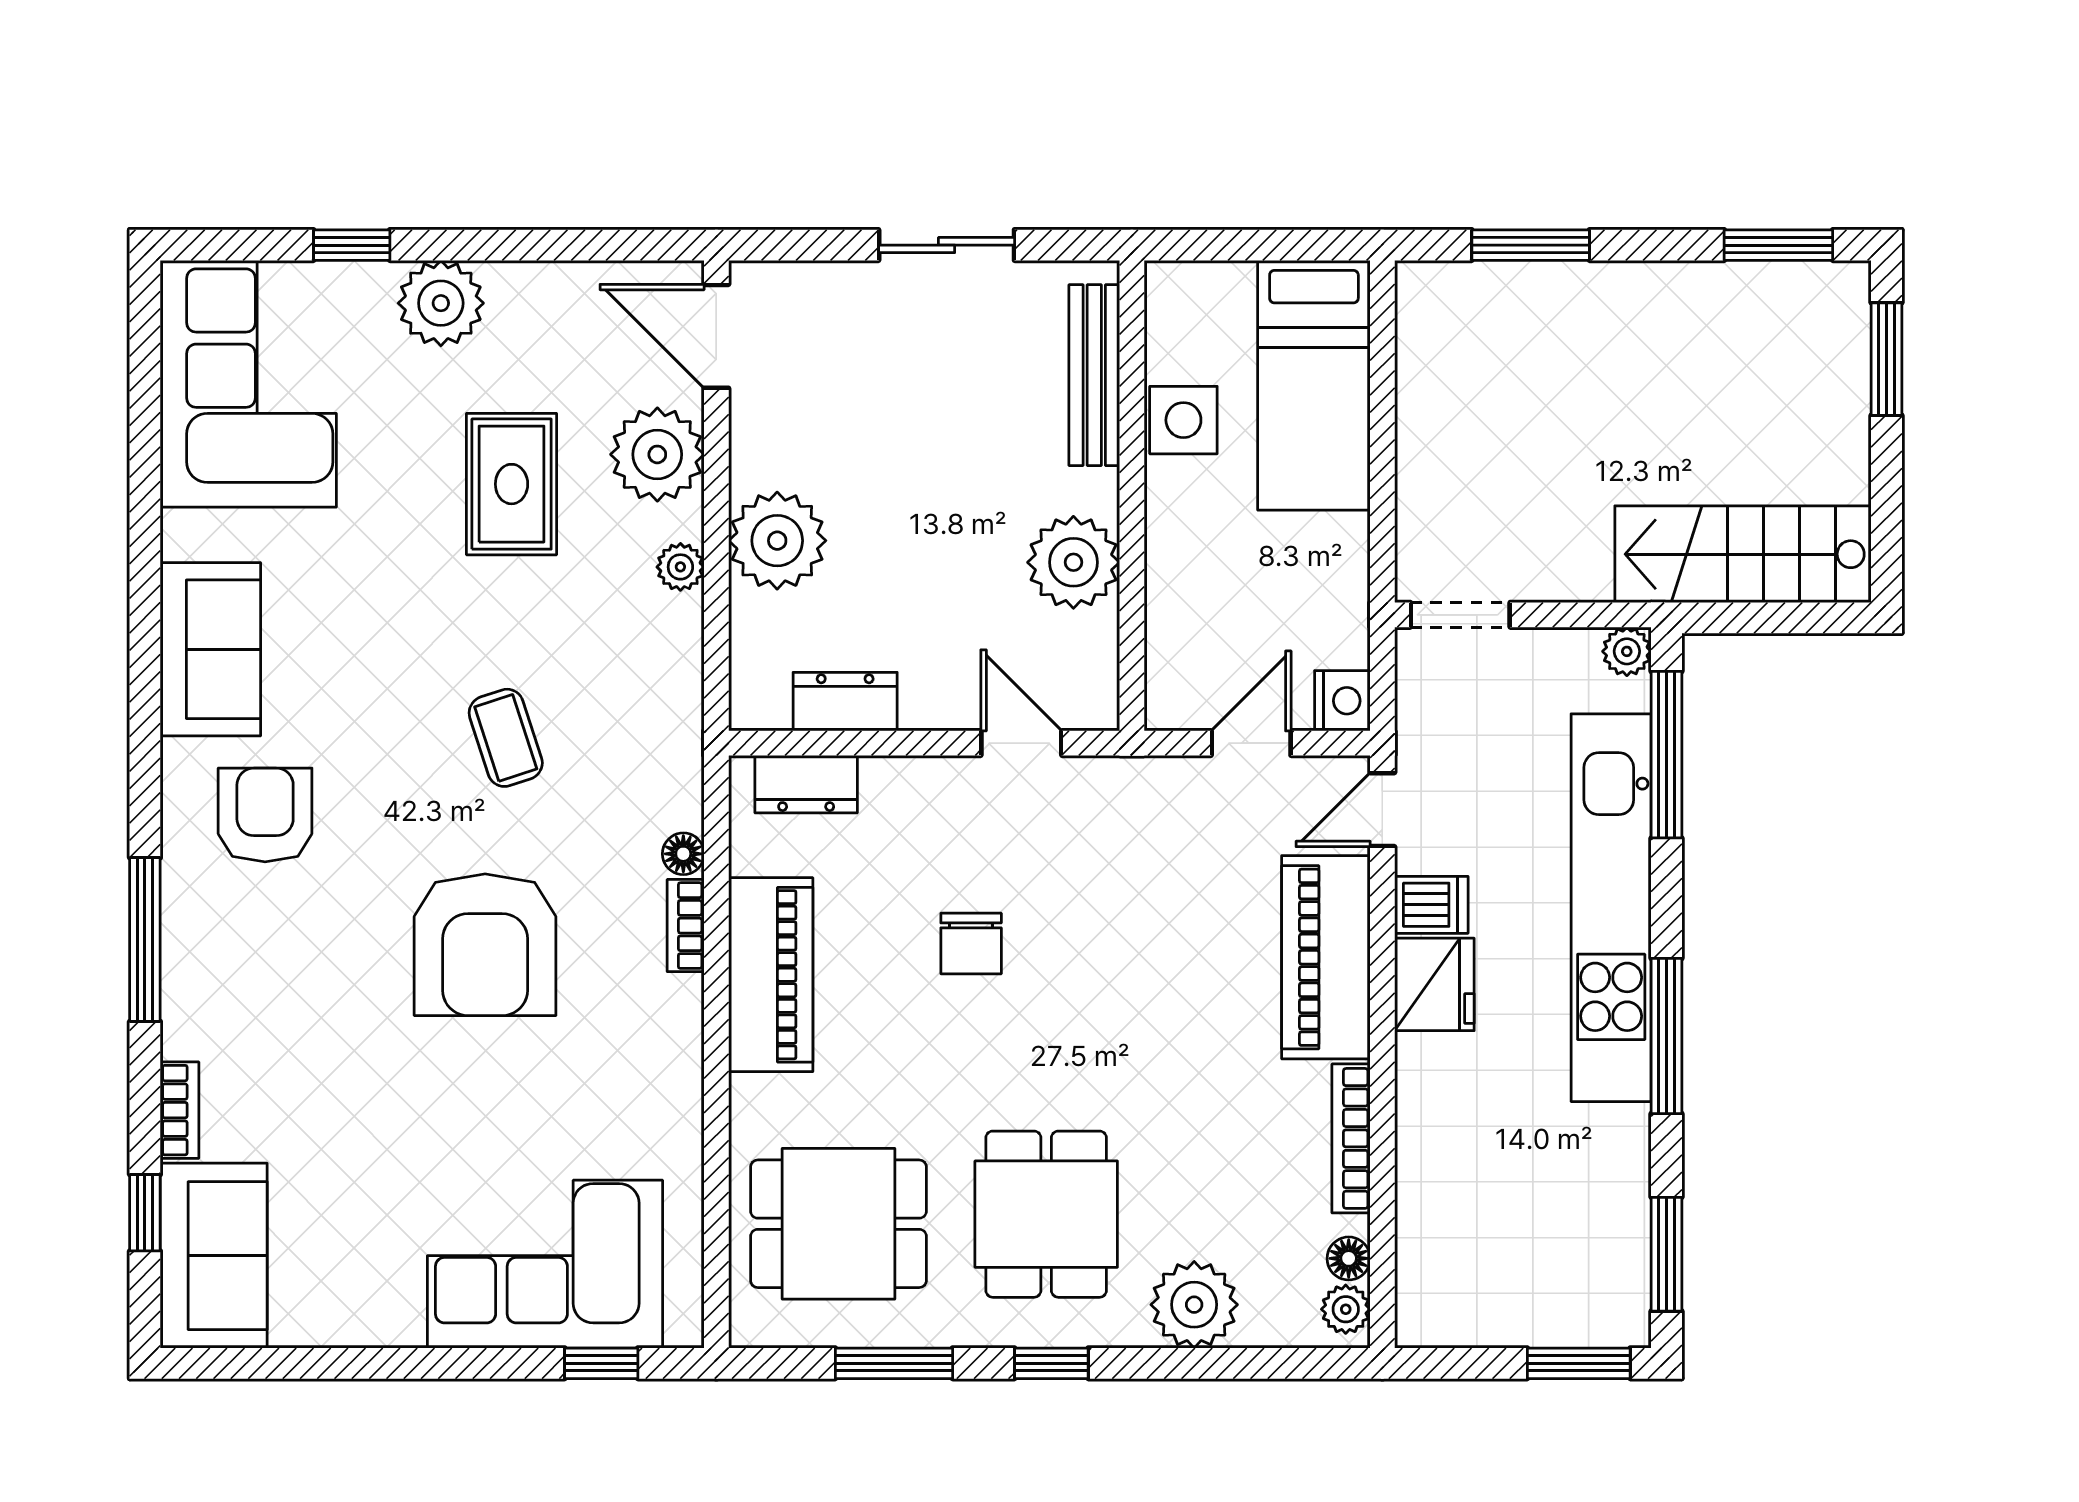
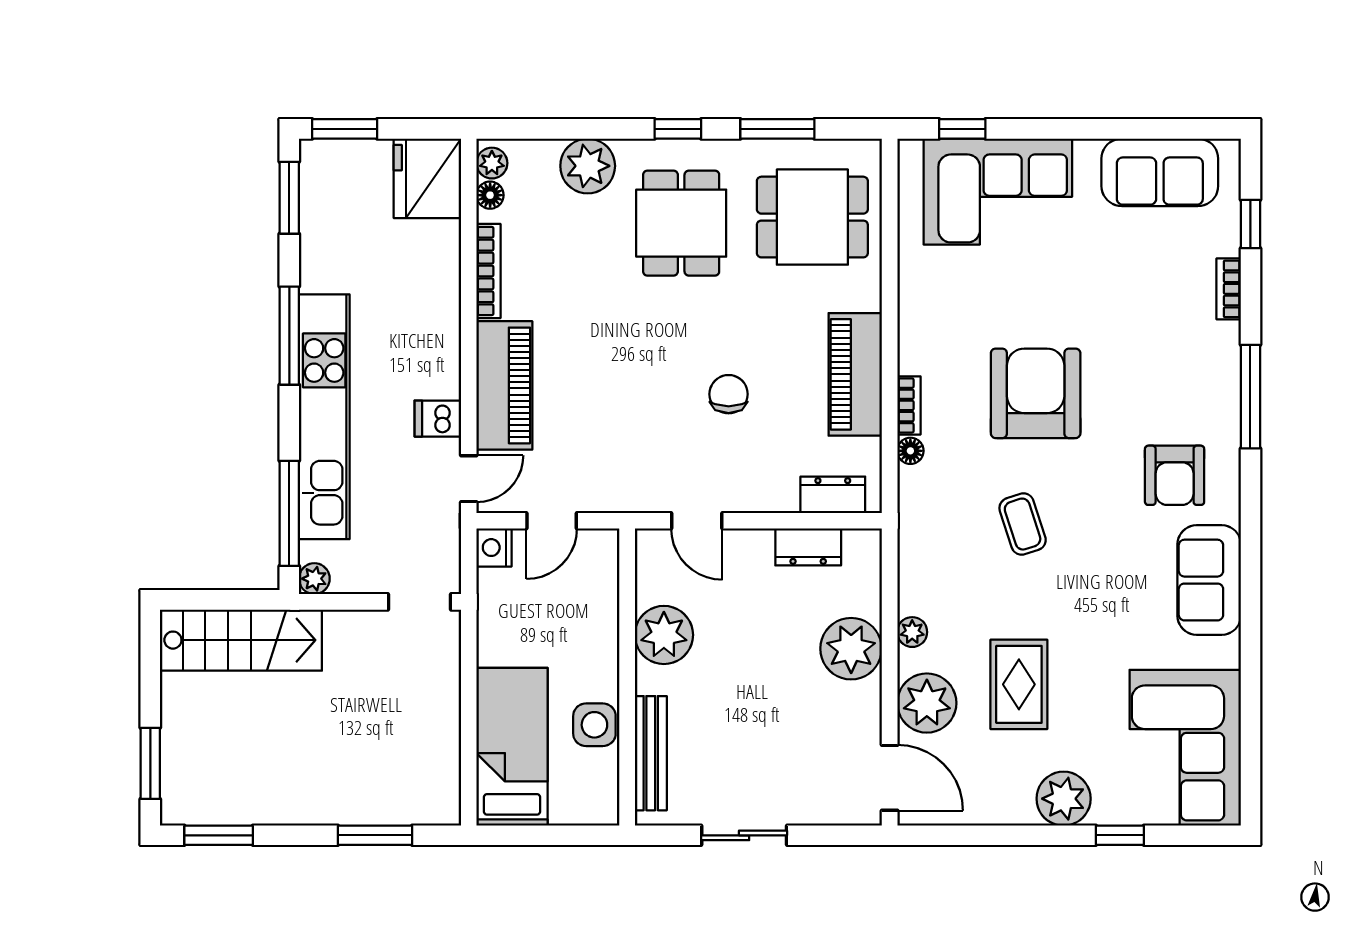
fridge: (1434, 984) -> (427, 178), moved, width x1.36, depth x1.34
sofa: (214, 1256) -> (1160, 172), moved, turned -90

